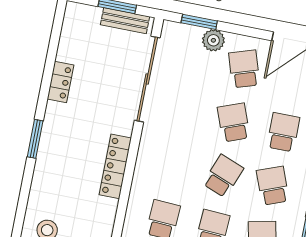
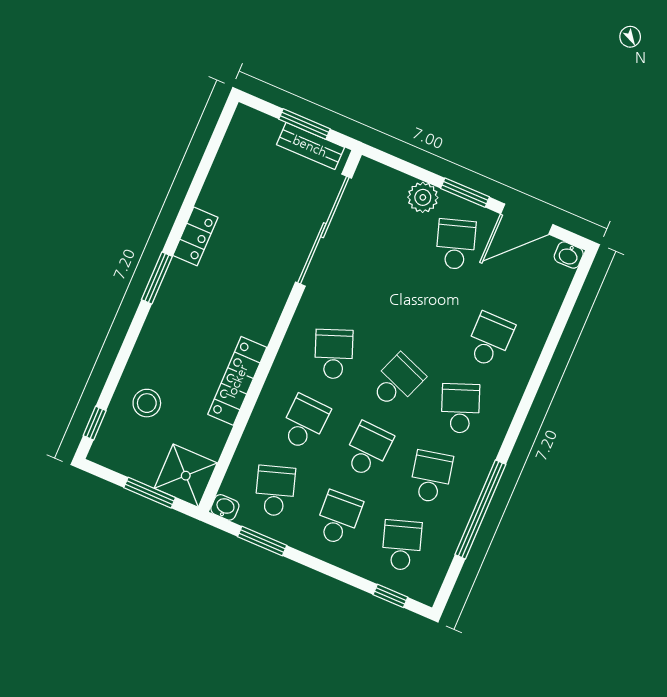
window: (199, 22) -> (465, 193), moved
locker: (61, 82) -> (195, 236), moved
school desk: (234, 122) -> (334, 354), moved
locker: (115, 166) -> (237, 381), moved

